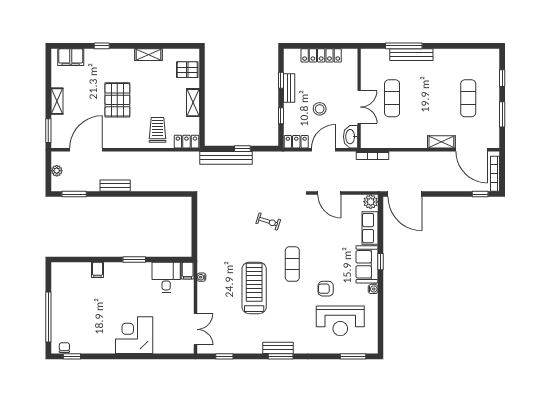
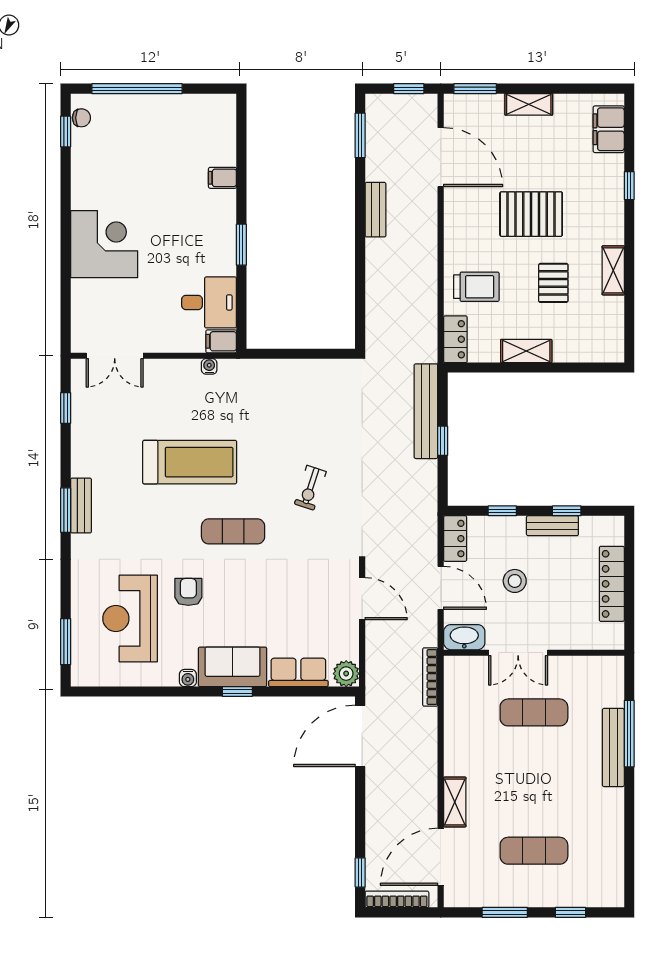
pallet: (187, 70) -> (553, 283), moved
window: (48, 167) -> (409, 89), added
plant: (57, 171) -> (403, 104), removed
door: (329, 193) -> (362, 599), swing flipped

